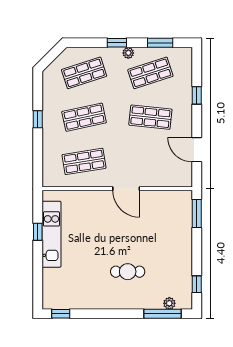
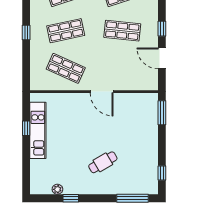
window: (197, 95) -> (162, 29), moved
shop shelf: (84, 161) -> (66, 68), turned 33
cafe table: (128, 272) -> (103, 162), turned -30
plant: (169, 303) -> (57, 189), moved
window: (61, 314) -> (71, 198), moved

